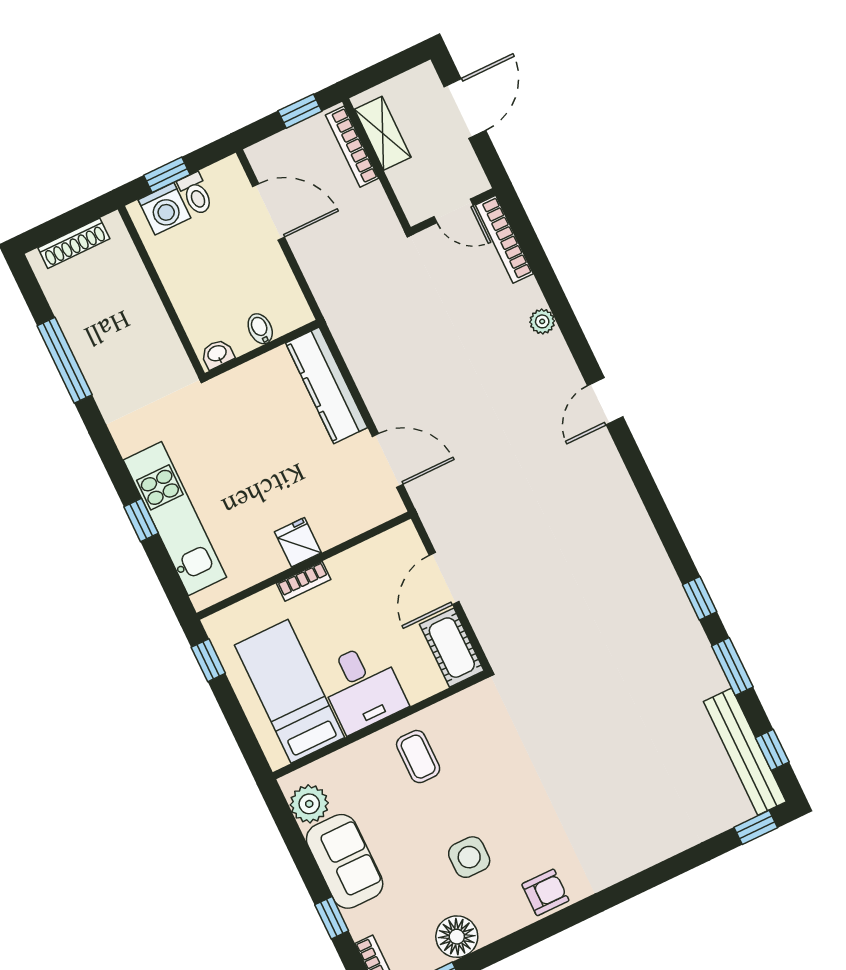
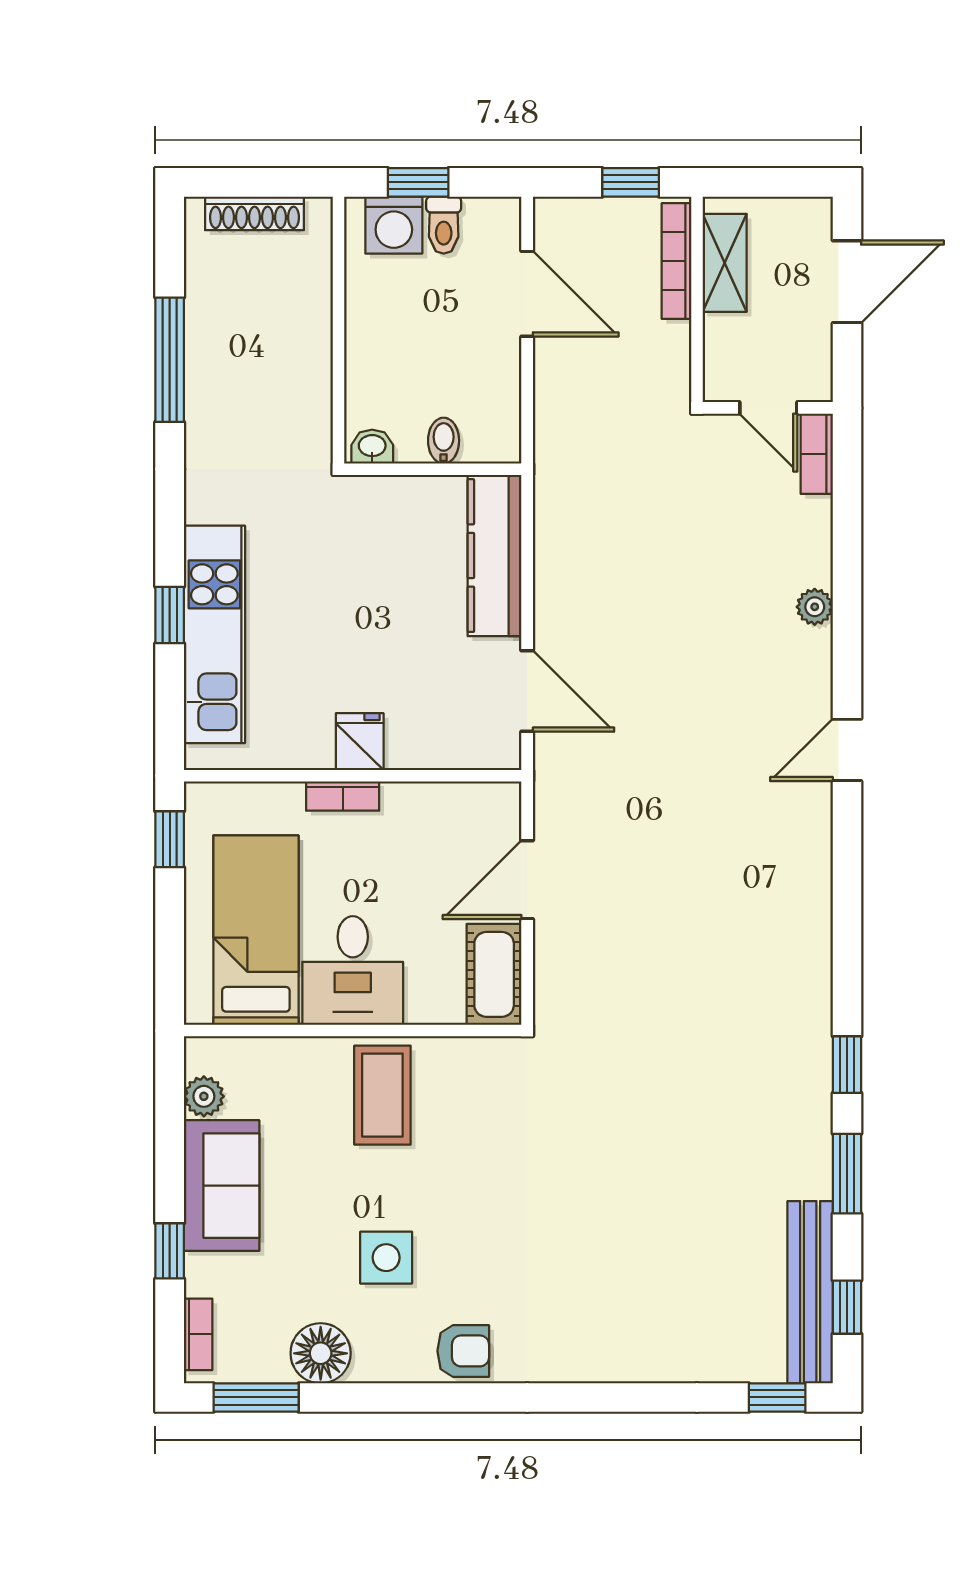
bookcase: (504, 239) -> (817, 454), width x0.64
coffee table: (418, 757) -> (382, 1095), width x1.36, depth x1.30
plant: (309, 804) -> (204, 1096), width x0.73, depth x0.73

